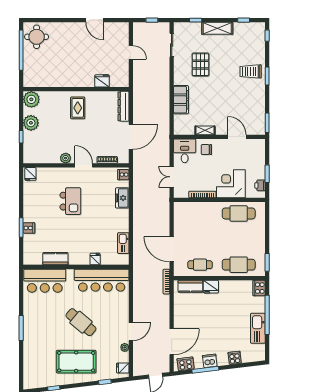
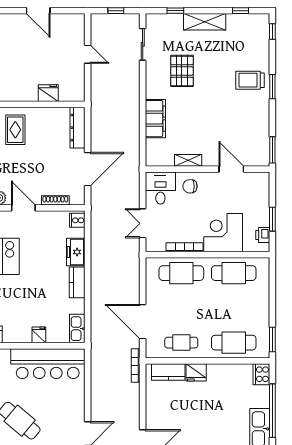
cafe table: (200, 213) -> (181, 273), added
kitchen counter: (123, 220) -> (77, 282), added
kitchen sink: (123, 243) -> (77, 329), moved

